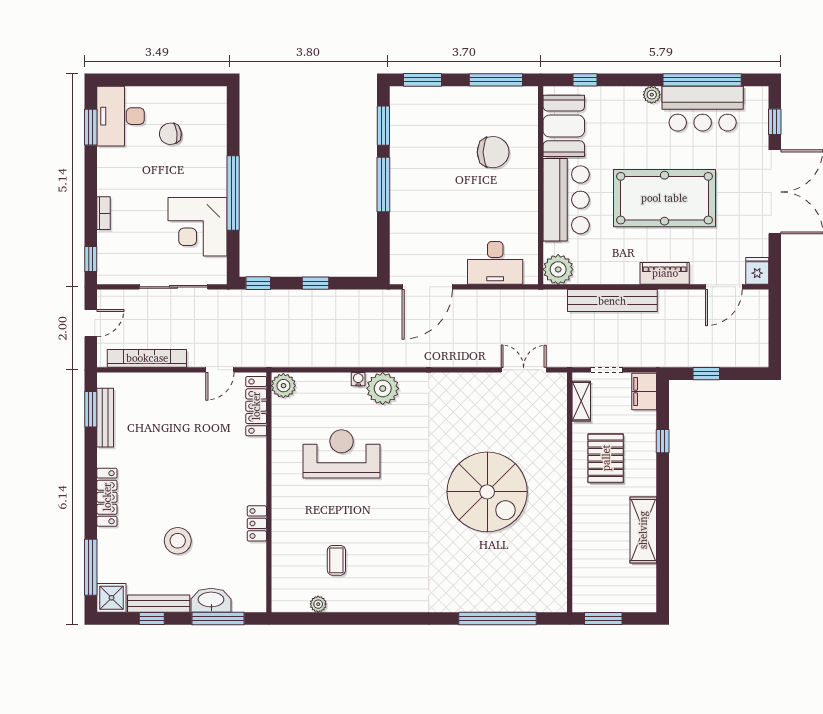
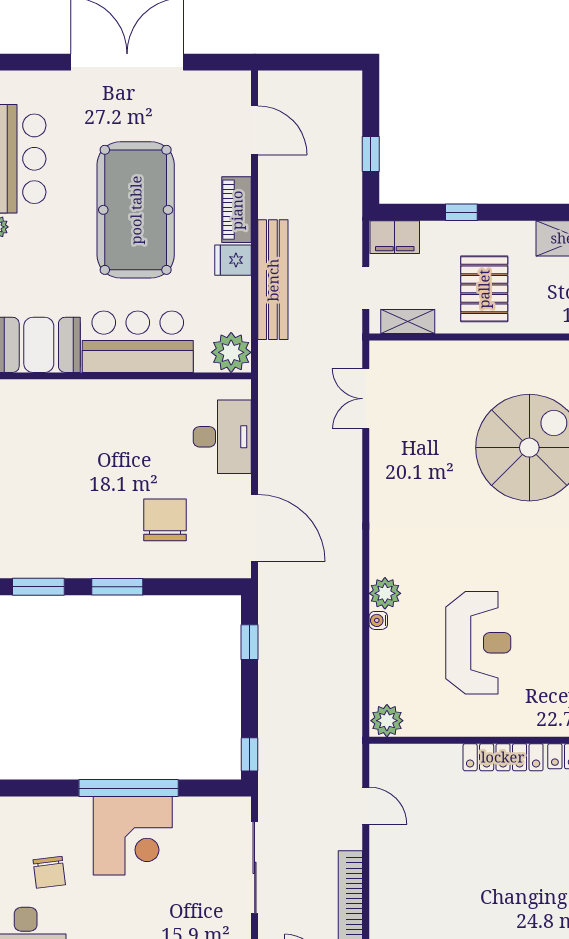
window: (775, 122) -> (33, 62), removed
chair: (493, 152) -> (165, 520), moved
window: (383, 184) -> (117, 587), width x0.69
corner desk: (198, 227) -> (133, 836), moved
fridge: (757, 271) -> (233, 260), moved
window: (315, 283) -> (250, 642), moved
plant: (383, 388) -> (385, 593), width x0.73, depth x0.73
locker: (256, 406) -> (503, 757), moved
reception desk: (342, 454) -> (478, 643), turned 180
pallet: (606, 458) -> (484, 289), turned 90

